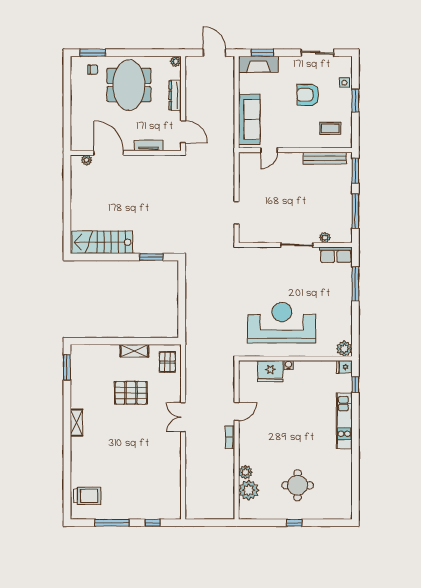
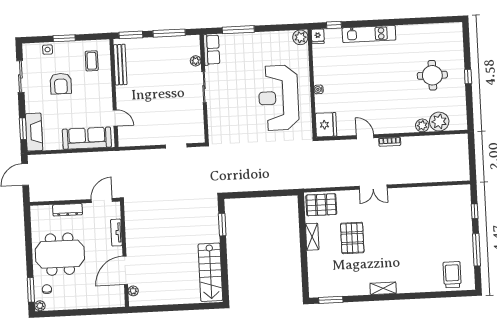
plant: (176, 61) -> (40, 306), moved
pallet: (167, 362) -> (321, 205), width x1.50, depth x1.42
fridge: (270, 371) -> (326, 125), moved

